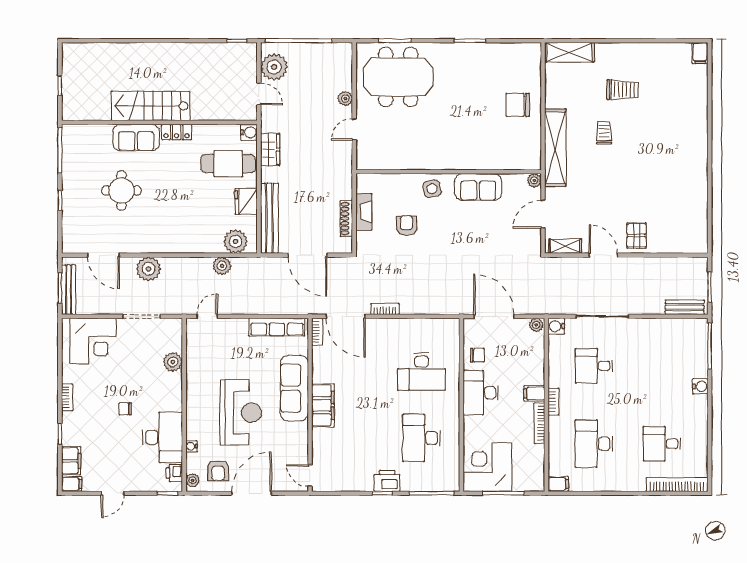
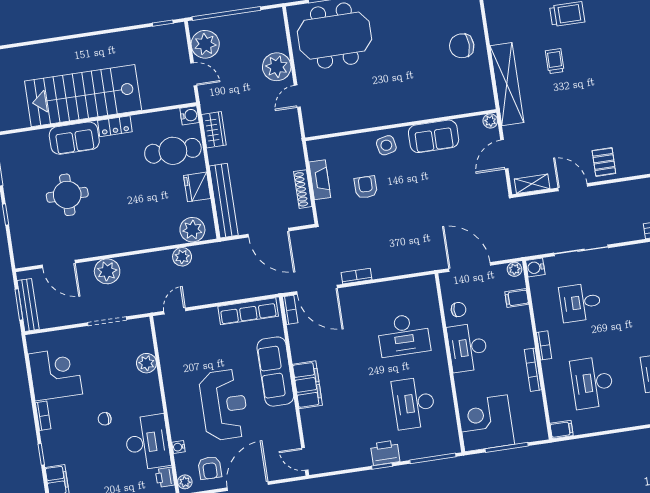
plant: (345, 98) -> (277, 67), width x1.87, depth x1.87
stairs: (151, 106) -> (83, 96), width x1.36, depth x1.51
corner desk: (93, 341) -> (55, 374), moved, turned -90
filing cabinet: (534, 393) -> (517, 298), moved

